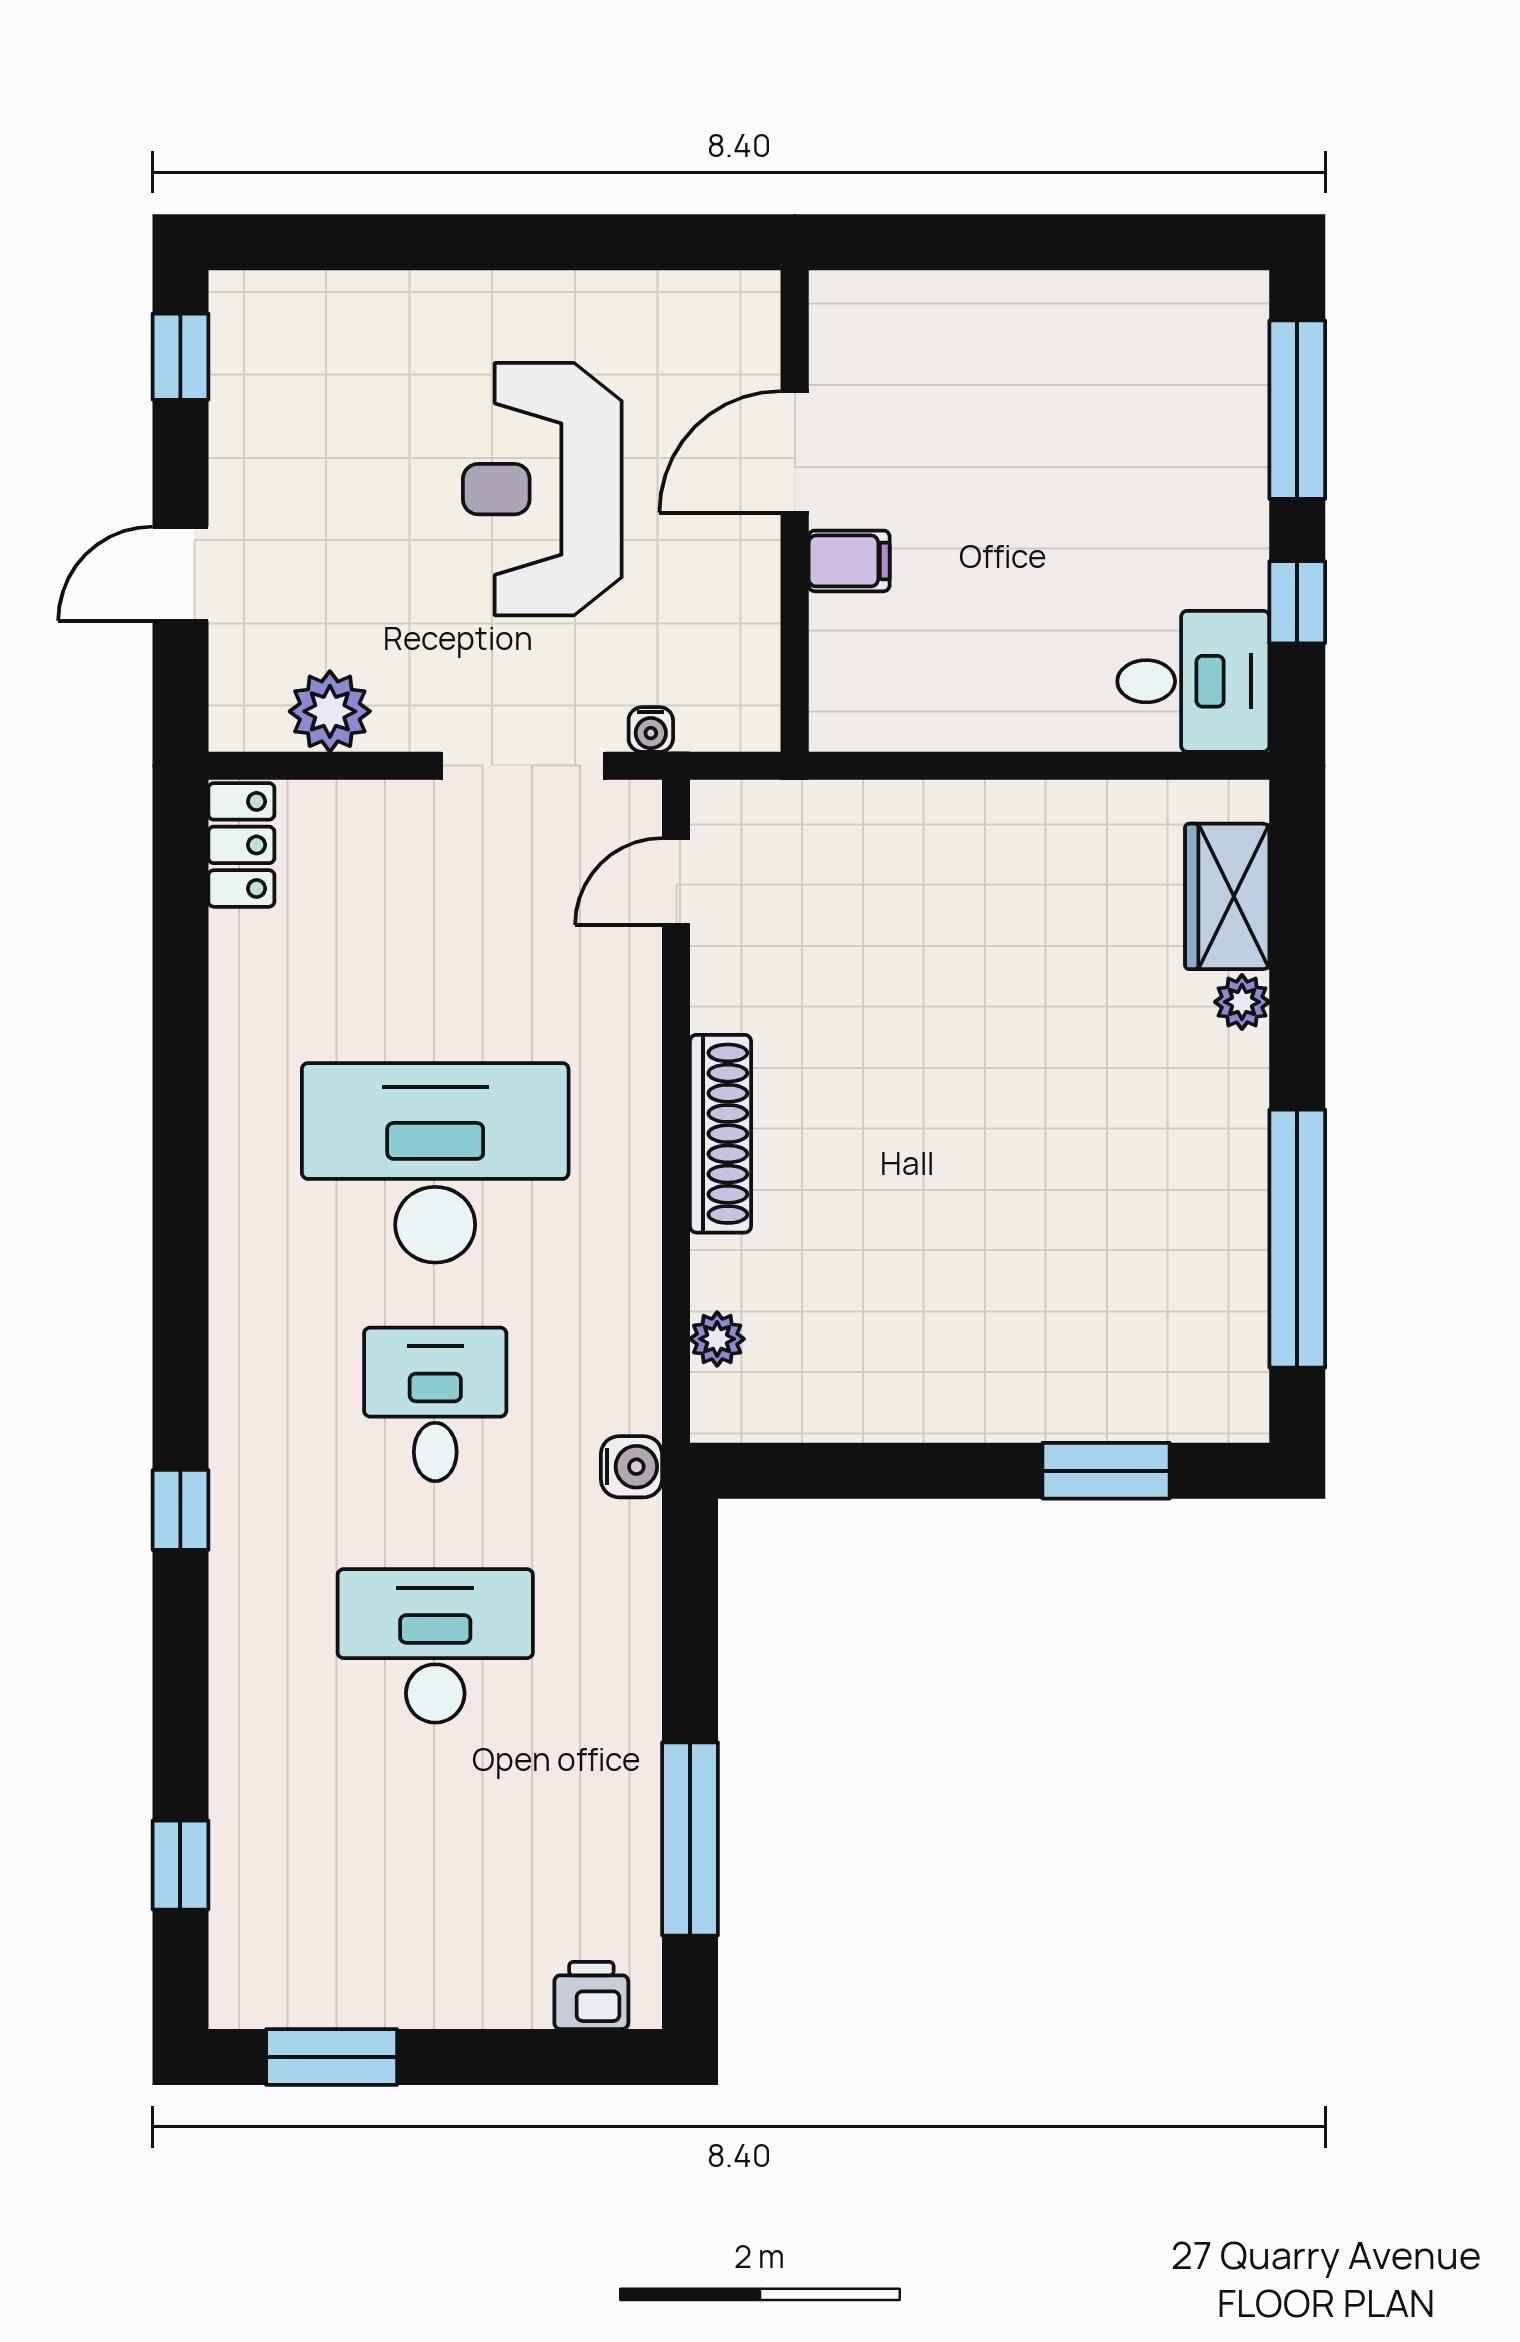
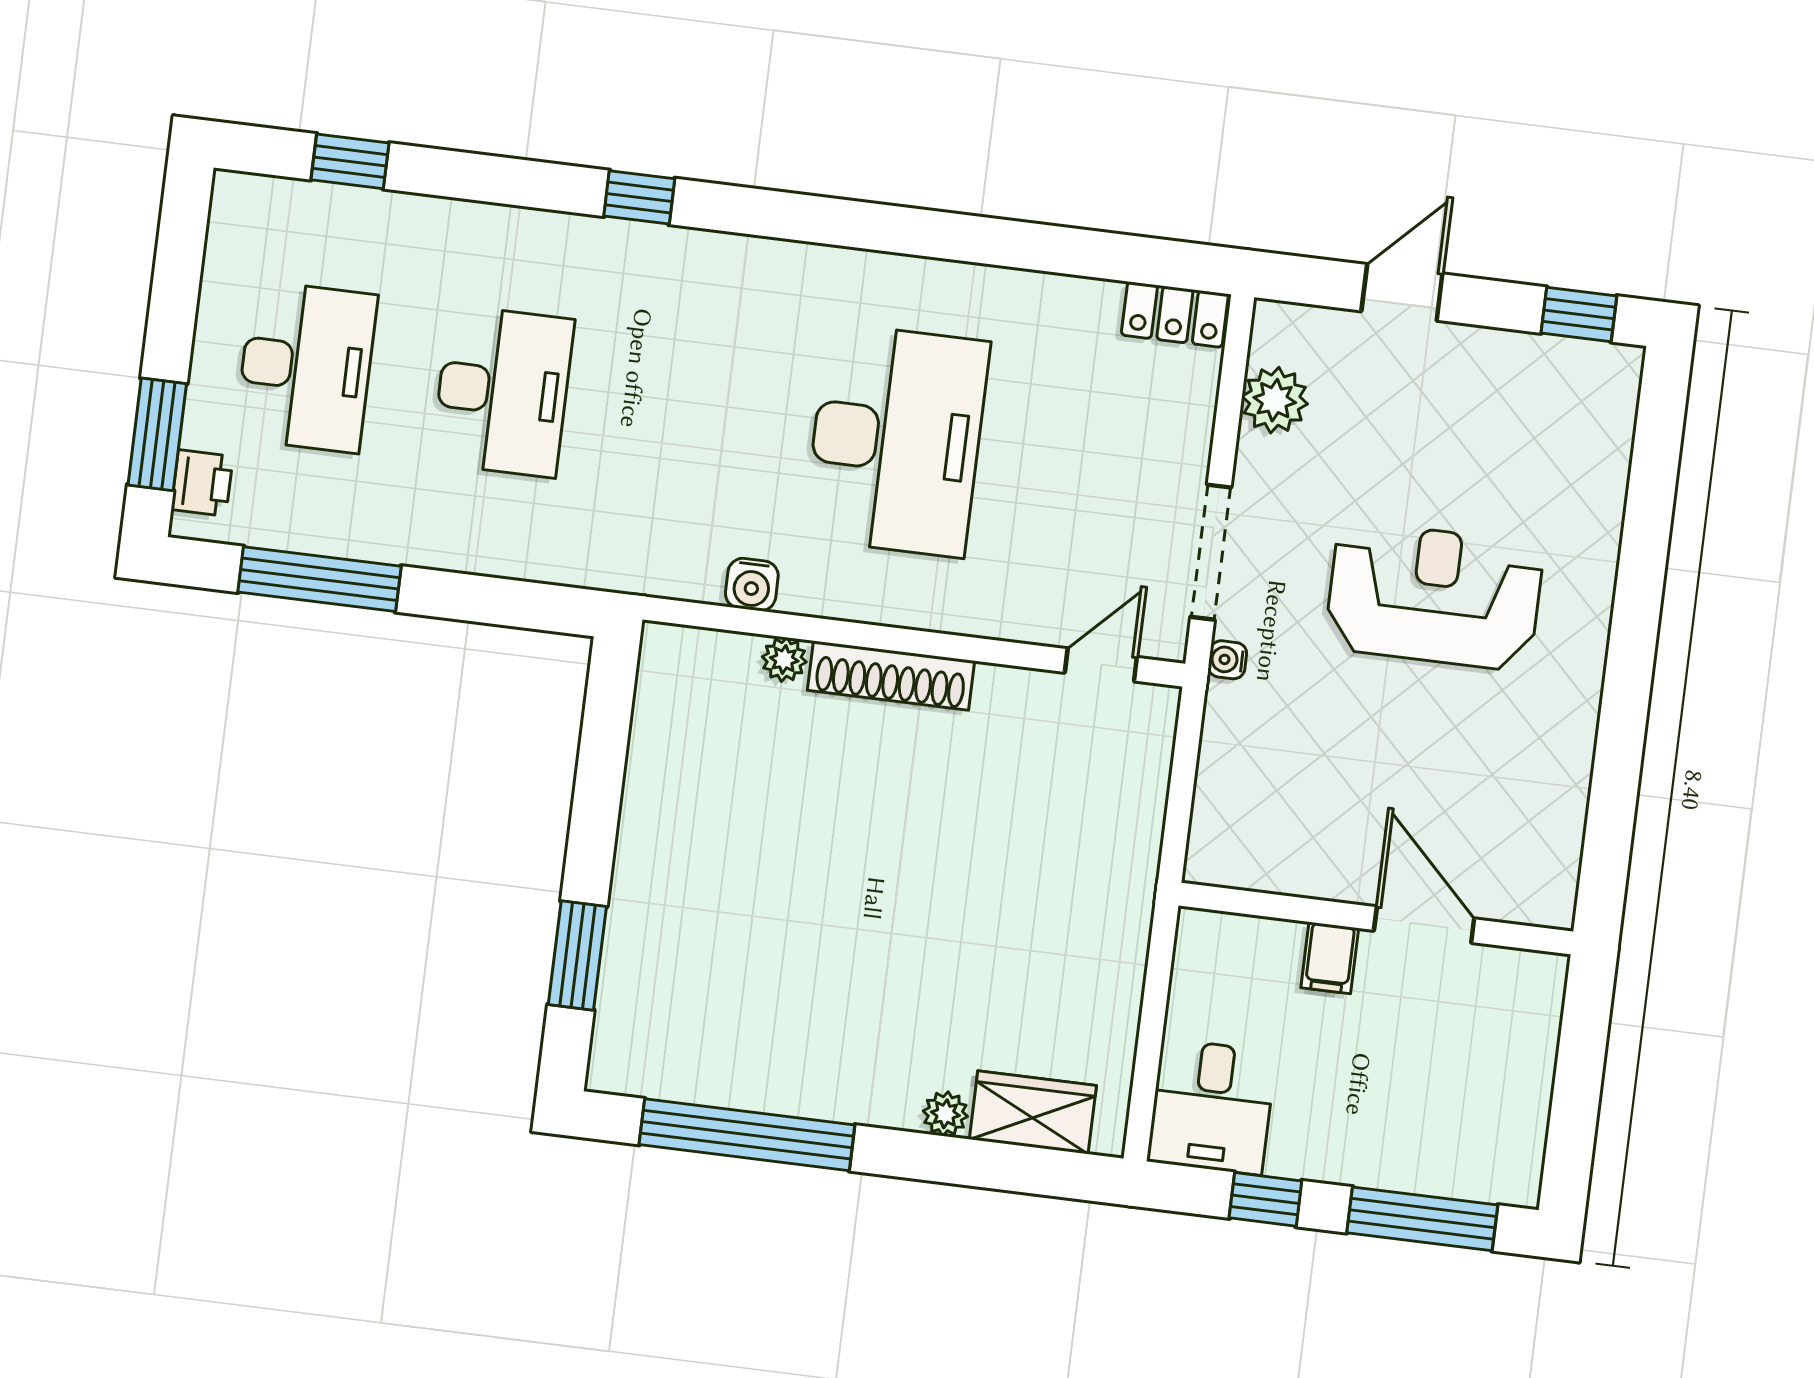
door: (795, 452) -> (1424, 925), moved
wall: (795, 511) -> (1376, 919), moved
filing cabinet: (849, 561) -> (1330, 958), moved
door: (180, 574) -> (1402, 292), hinge flipped
door: (676, 882) -> (1101, 665), hinge flipped
plant: (717, 1339) -> (784, 659), moved
desk: (435, 1404) -> (306, 367), moved, width x1.37
water cooler: (631, 1467) -> (752, 585), moved
window: (332, 2057) -> (157, 434), moved

